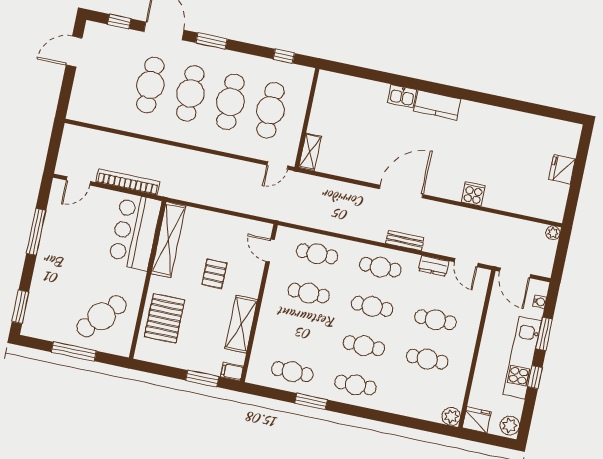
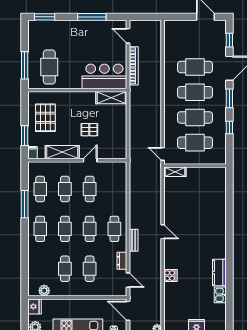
window: (284, 56) -> (229, 128), moved
kitchen sink: (402, 96) -> (220, 295), moved
kitchen counter: (437, 105) -> (219, 273), moved
door: (401, 192) -> (163, 232), width x0.53
shelving: (168, 240) -> (111, 98), width x0.68
door: (270, 251) -> (90, 160), moved
cafe table: (317, 254) -> (65, 189), moved
door: (466, 263) -> (128, 280), swing flipped
door: (515, 273) -> (128, 311), hinge flipped
cafe table: (102, 316) -> (49, 67), turned 48
pallet: (165, 318) -> (45, 118), moved, turned 90
window: (74, 352) -> (25, 65), moved
window: (311, 401) -> (25, 204), width x1.44
plant: (451, 416) -> (44, 291), moved

